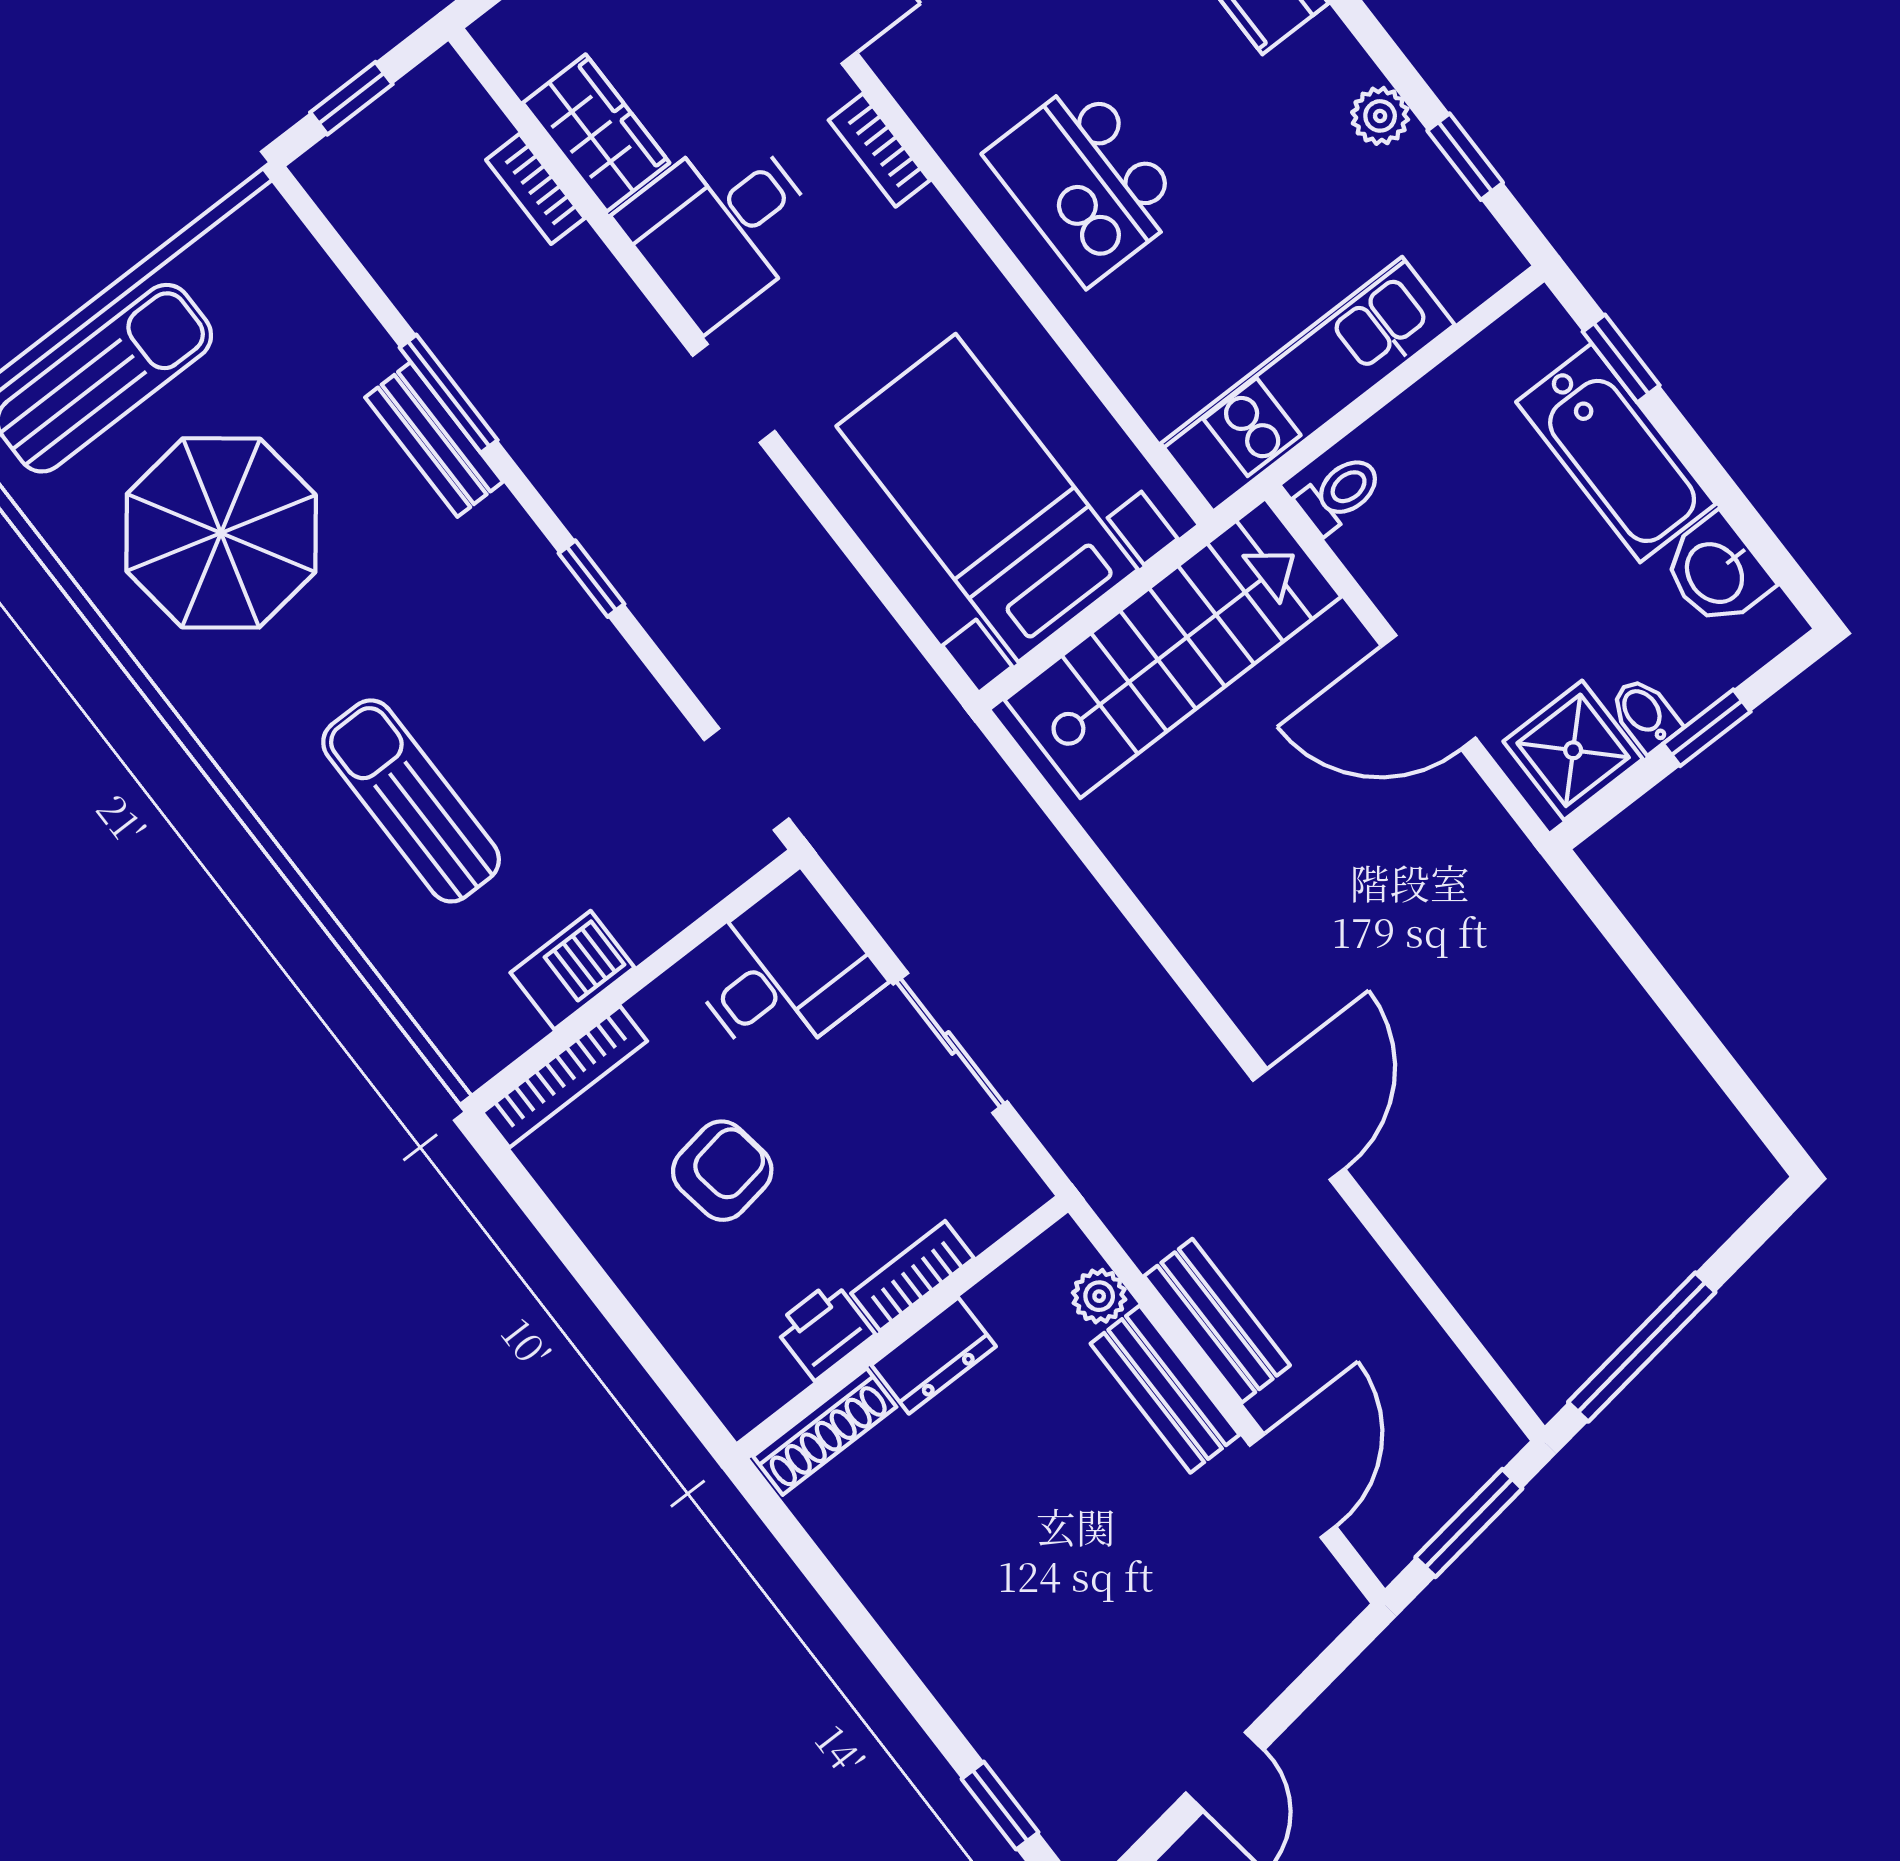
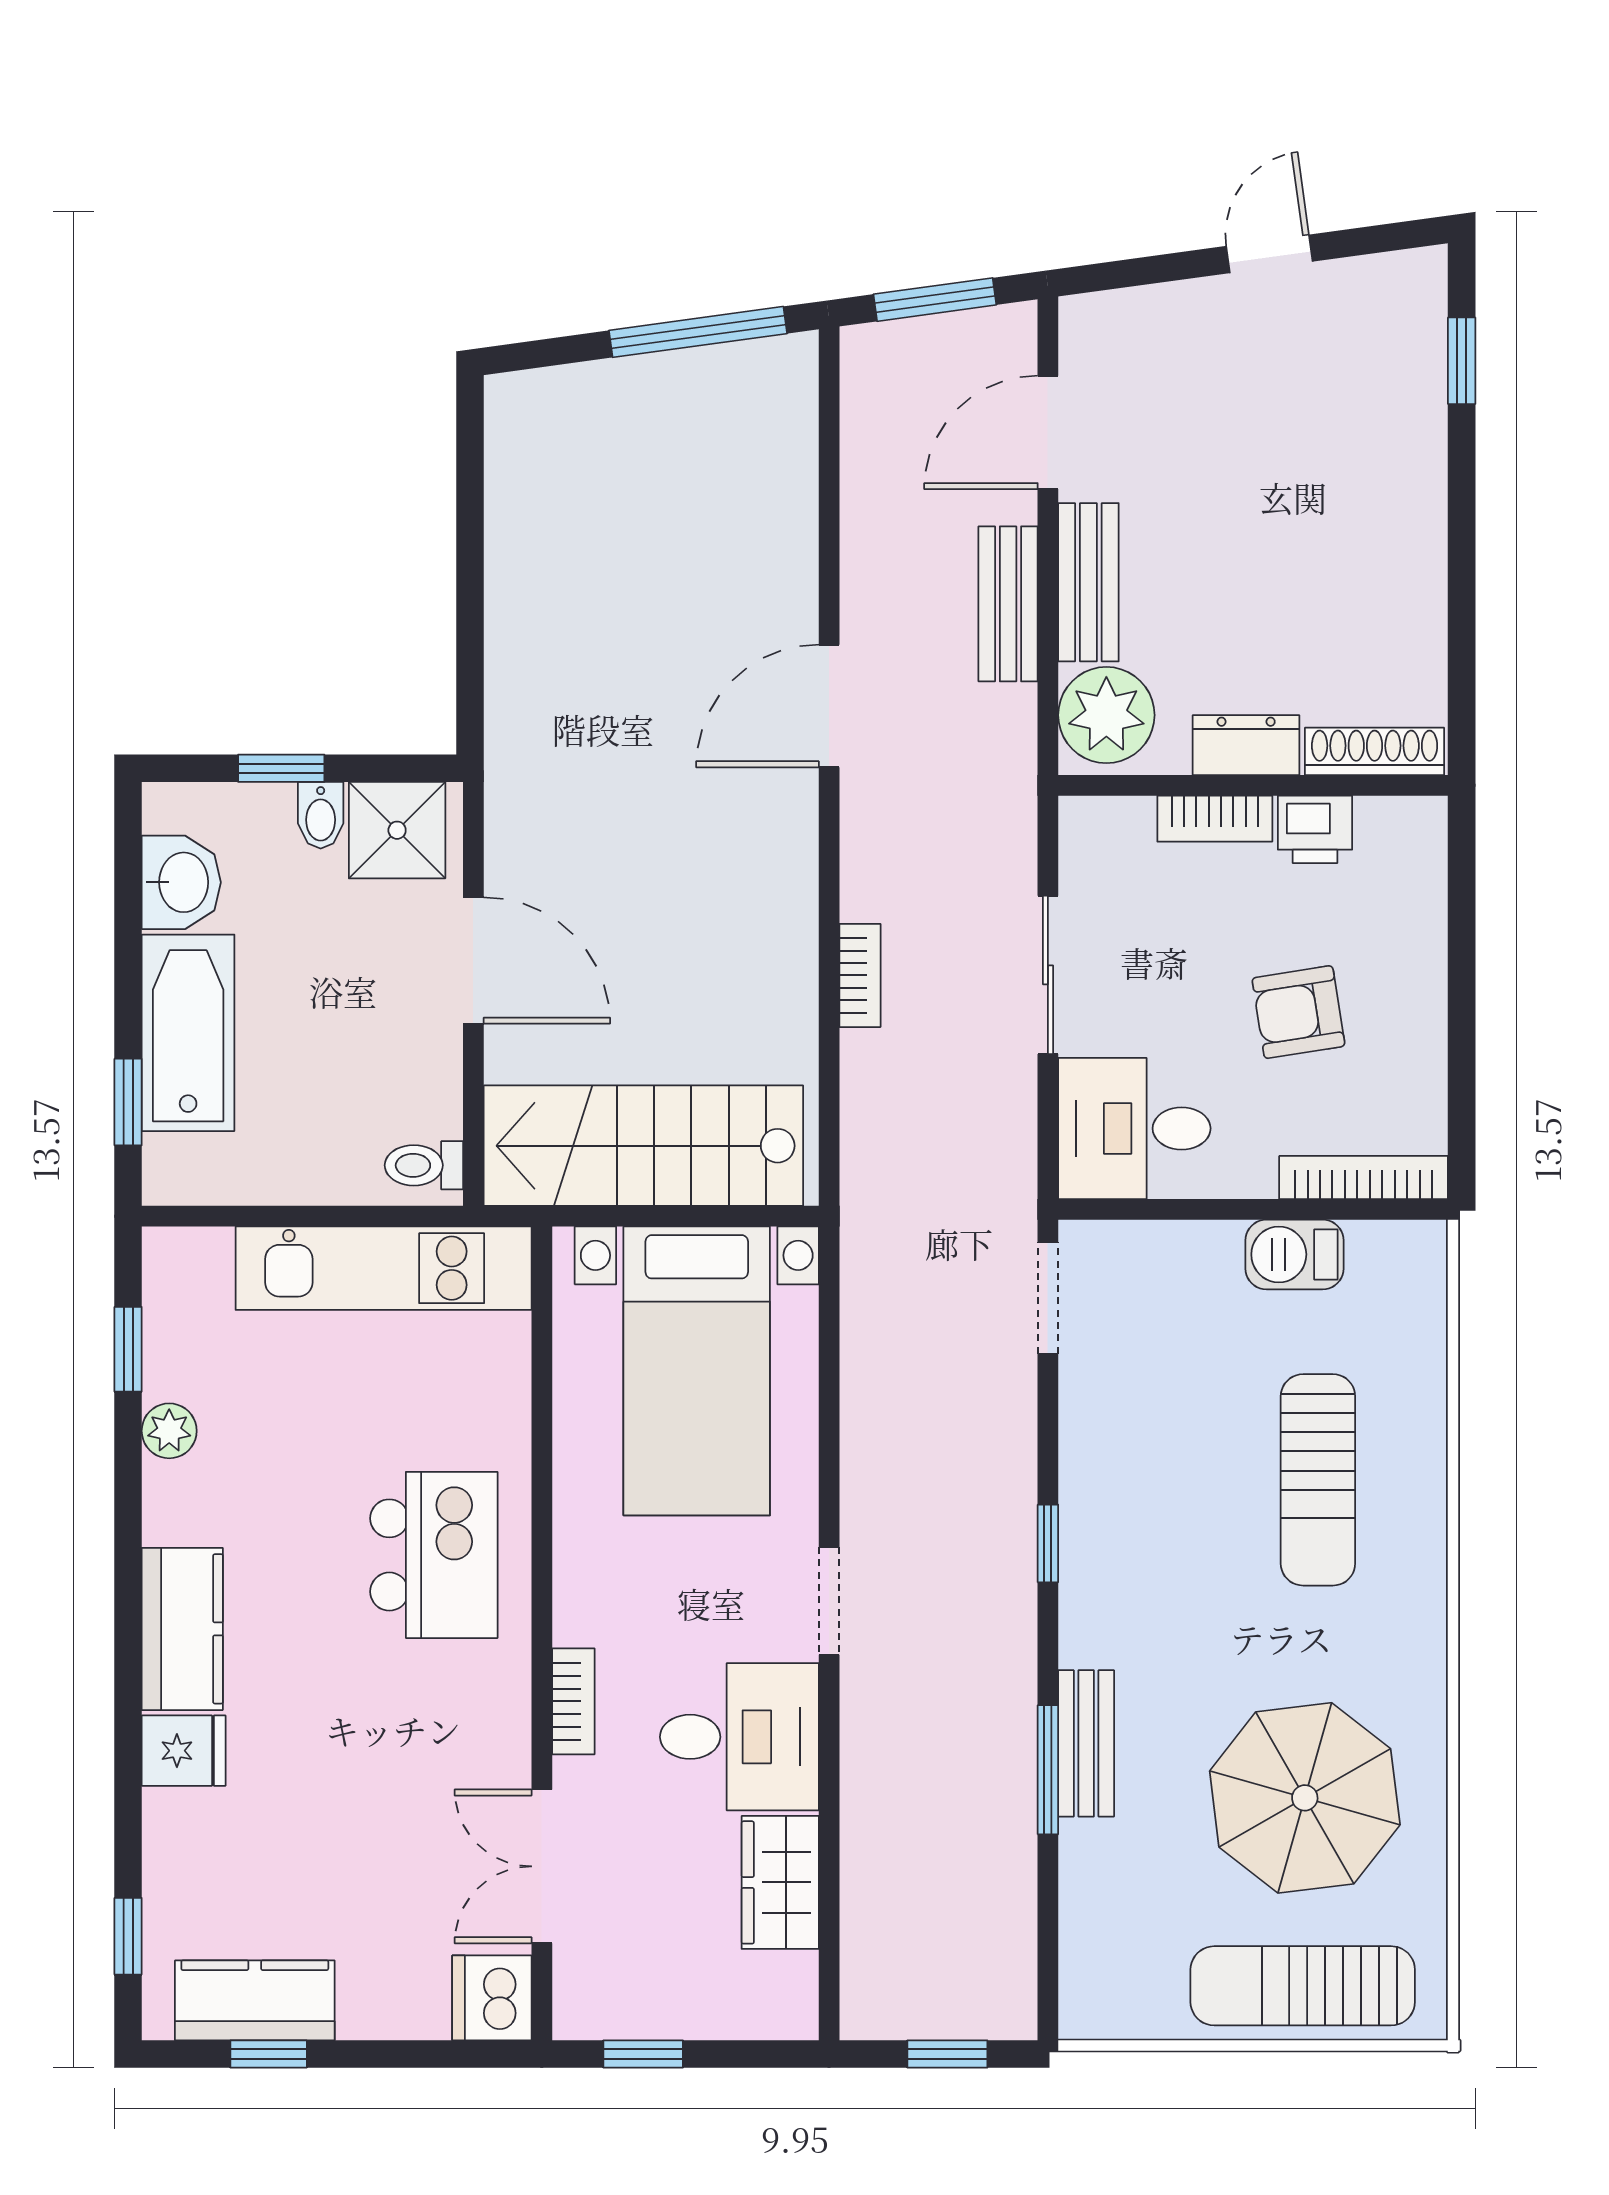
bookcase: (535, 189) -> (860, 975), moved
plant: (1099, 1296) -> (1106, 715), width x1.87, depth x1.87

